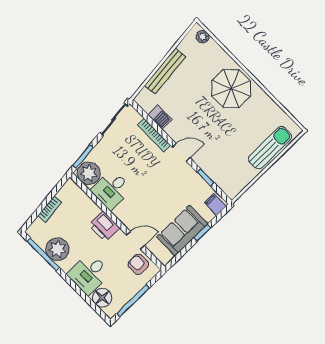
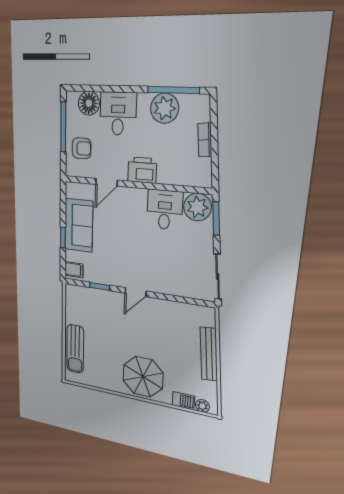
barbecue: (160, 117) -> (183, 401), moved, turned 180
bookcase: (154, 135) -> (170, 290), removed
armchair: (138, 264) -> (82, 148), moved

